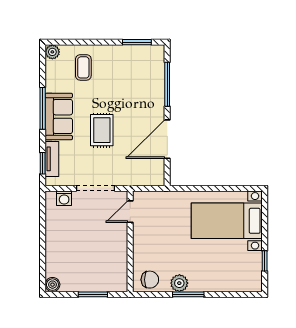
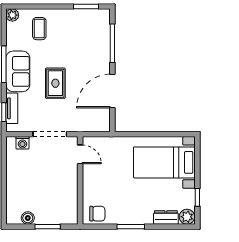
door: (130, 212) -> (80, 154), swing flipped
plant: (179, 283) -> (187, 217), moved
dresser: (228, 284) -> (166, 217), added
boiler: (52, 285) -> (28, 218), moved

